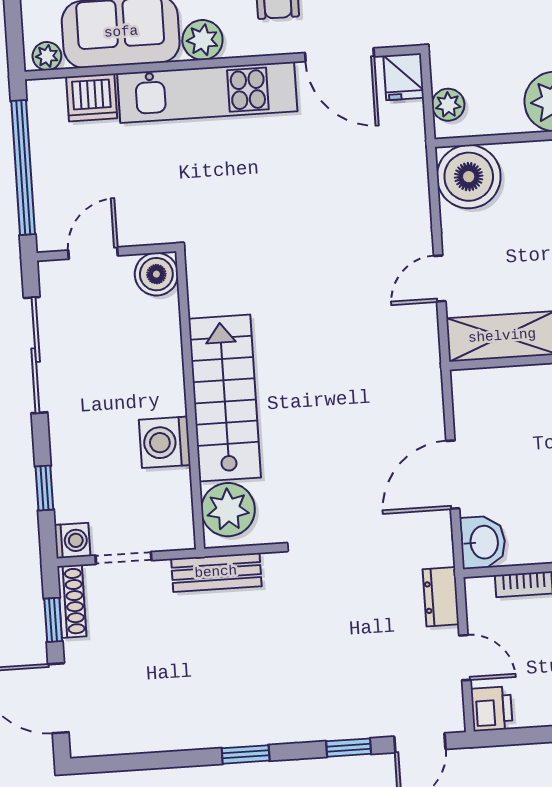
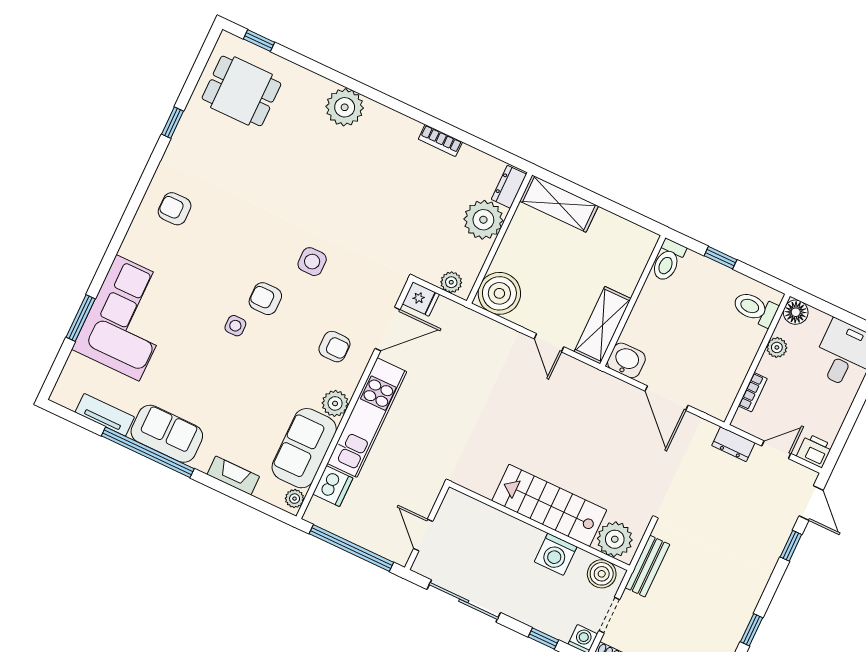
boiler: (156, 274) -> (602, 574), moved
washbasin: (483, 542) -> (626, 360), moved
window: (246, 754) -> (751, 630), moved

